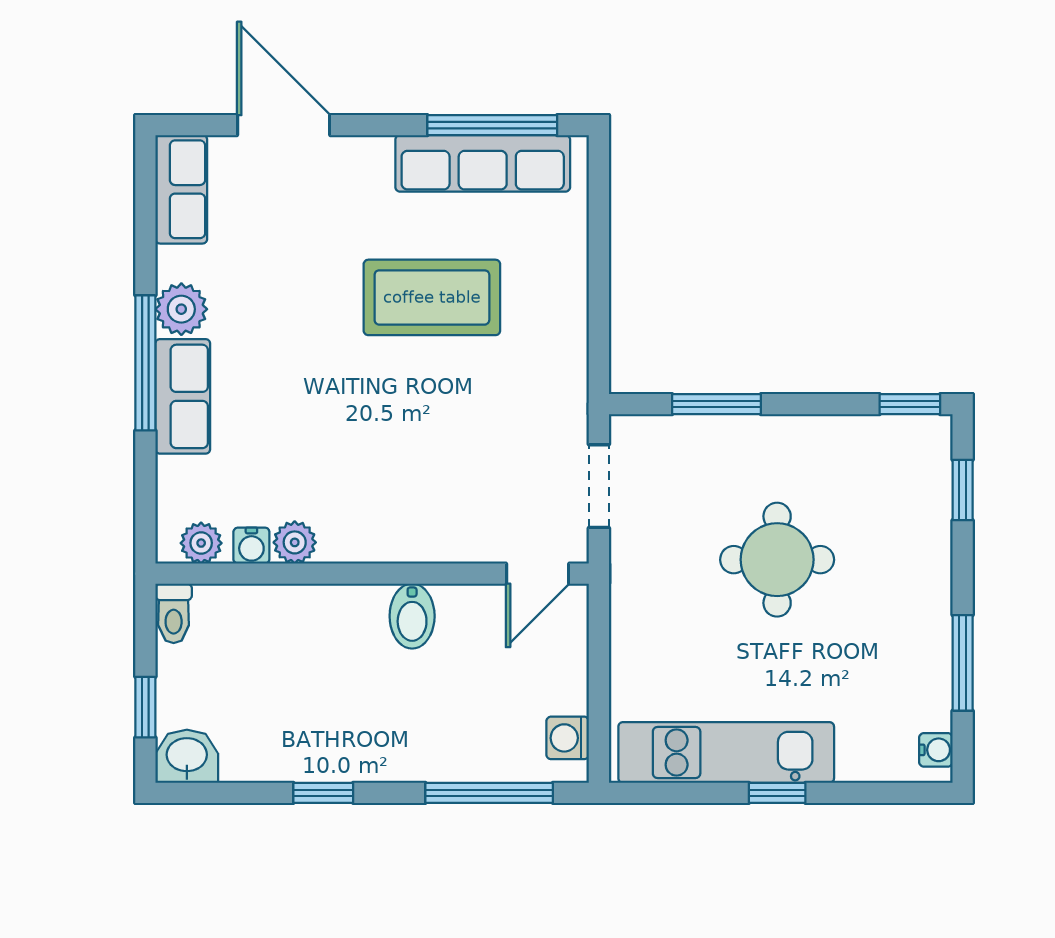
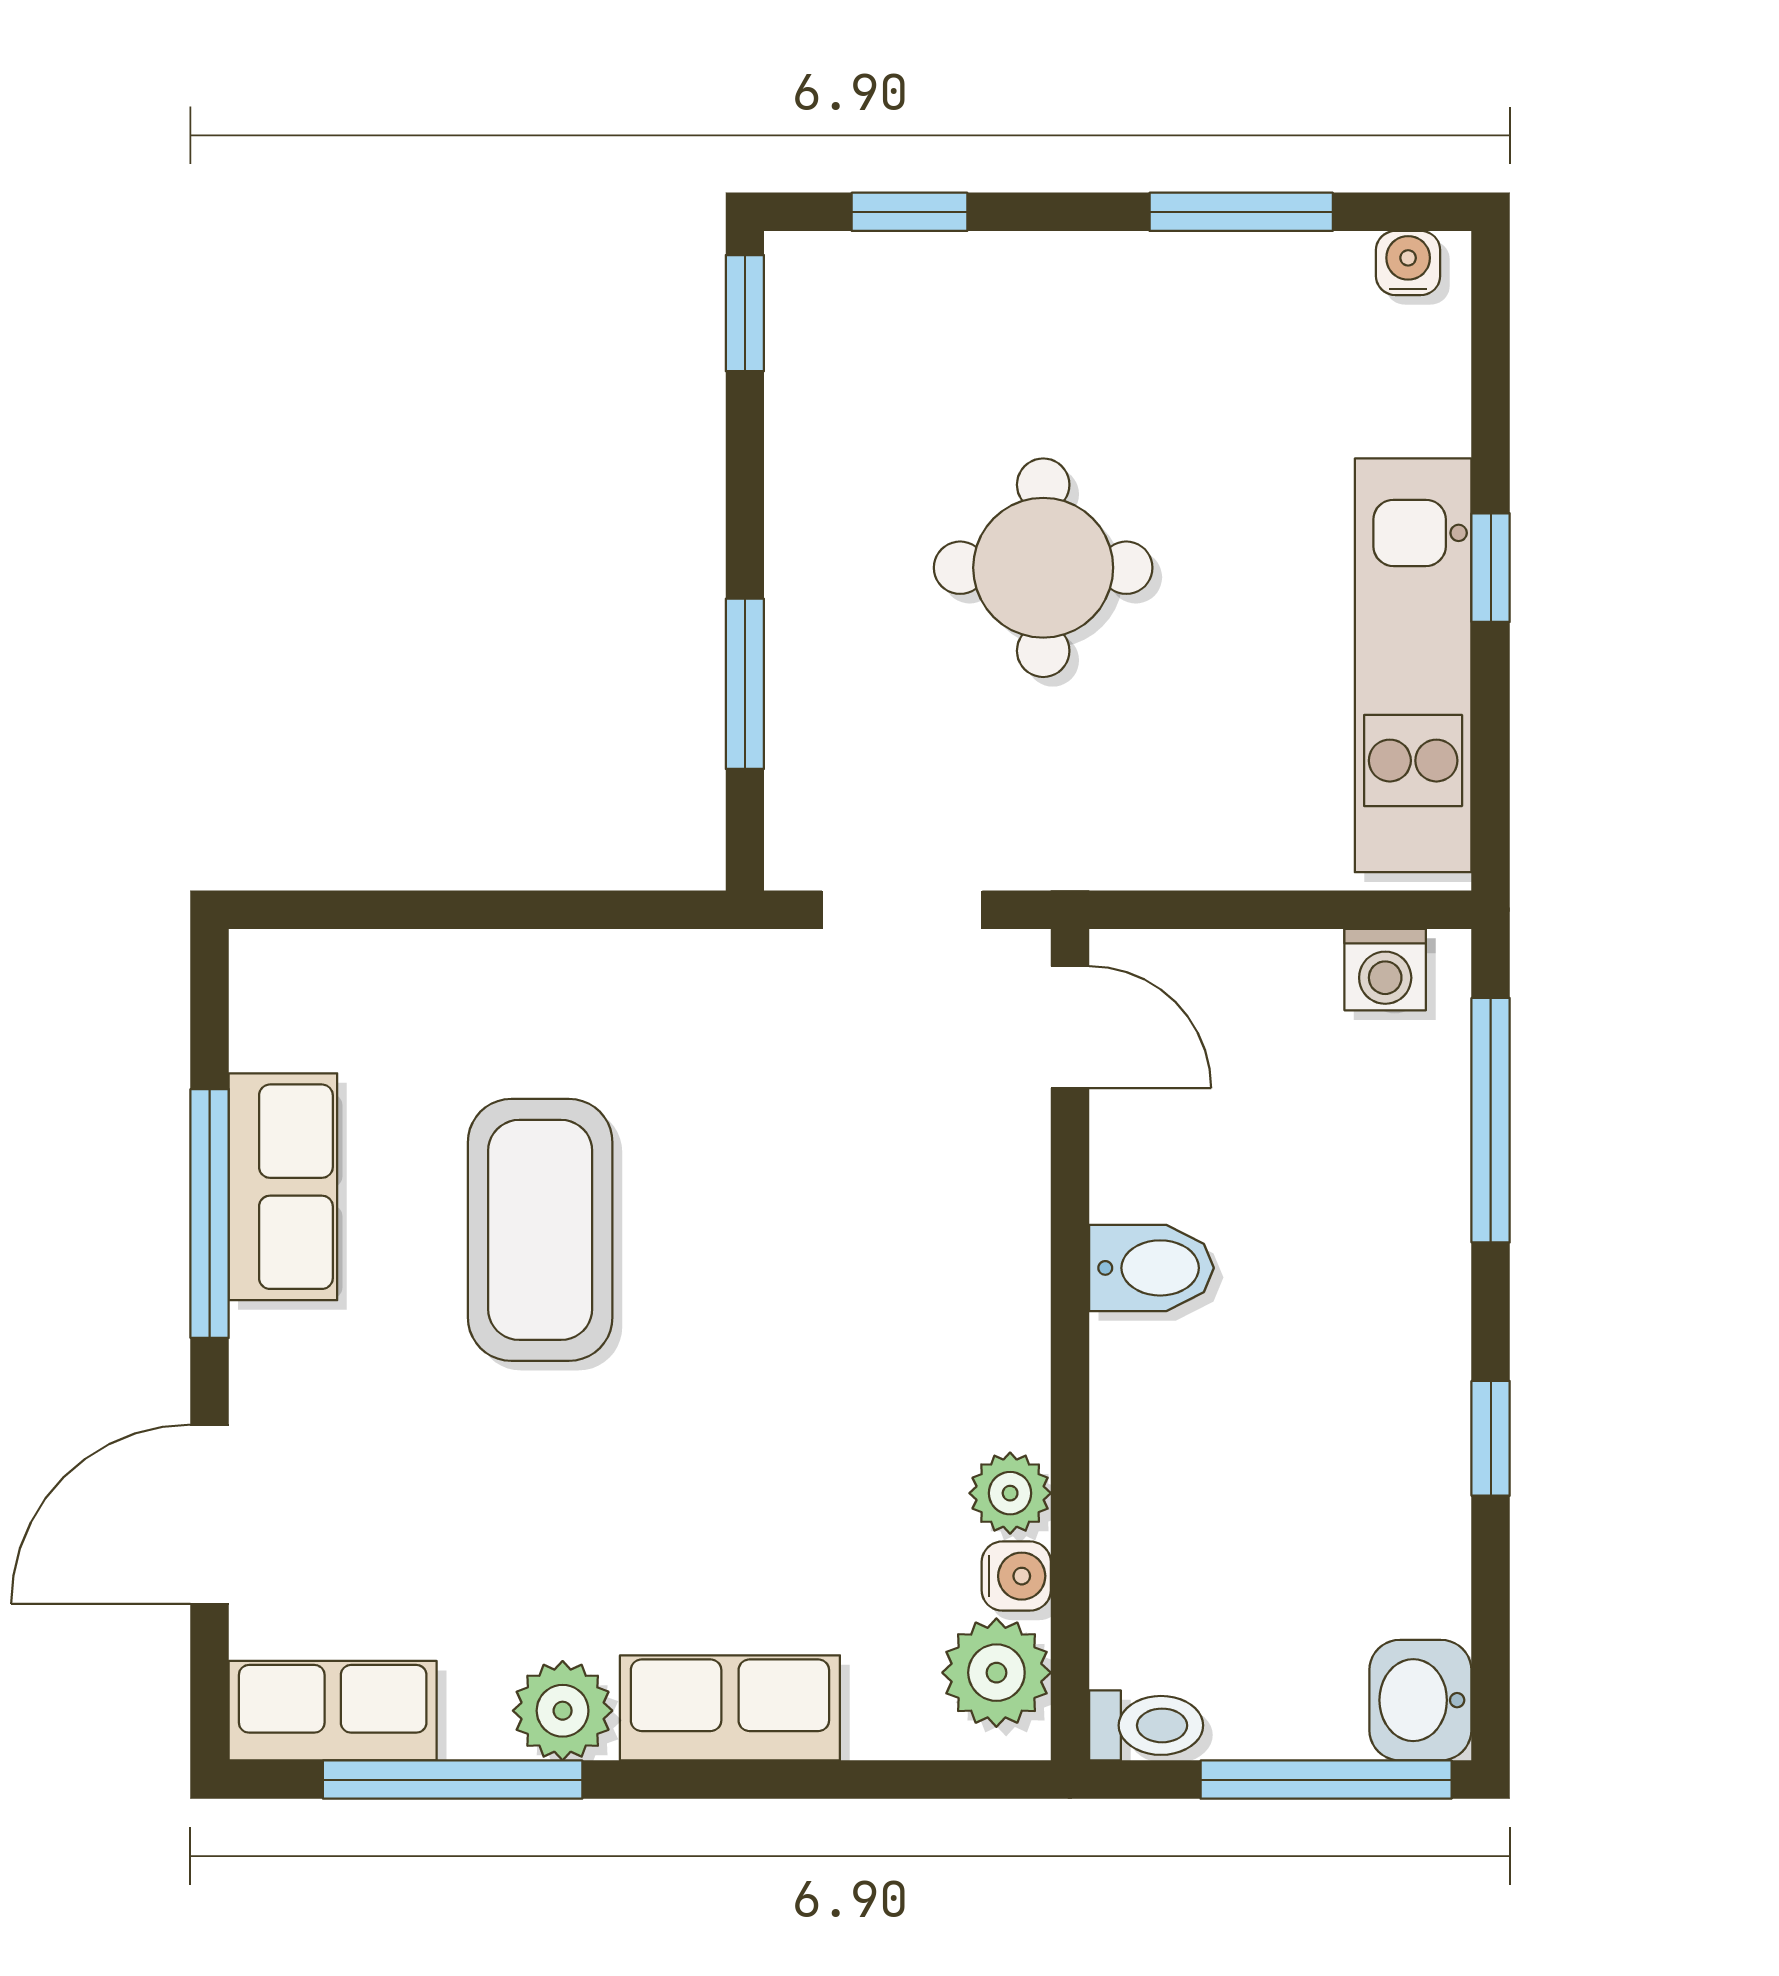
window: (492, 125) -> (210, 1213), moved
row of seats: (483, 163) -> (283, 1187), width x0.68
window: (145, 363) -> (453, 1780), moved
plant: (201, 543) -> (996, 1673), width x1.38, depth x1.38
window: (145, 707) -> (1326, 1780), width x2.17

